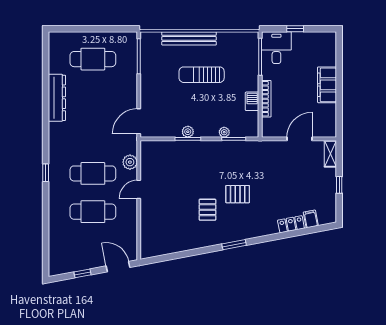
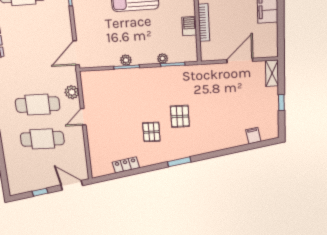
pallet: (238, 194) -> (180, 116), turned 90
locker: (291, 224) -> (126, 165), moved

